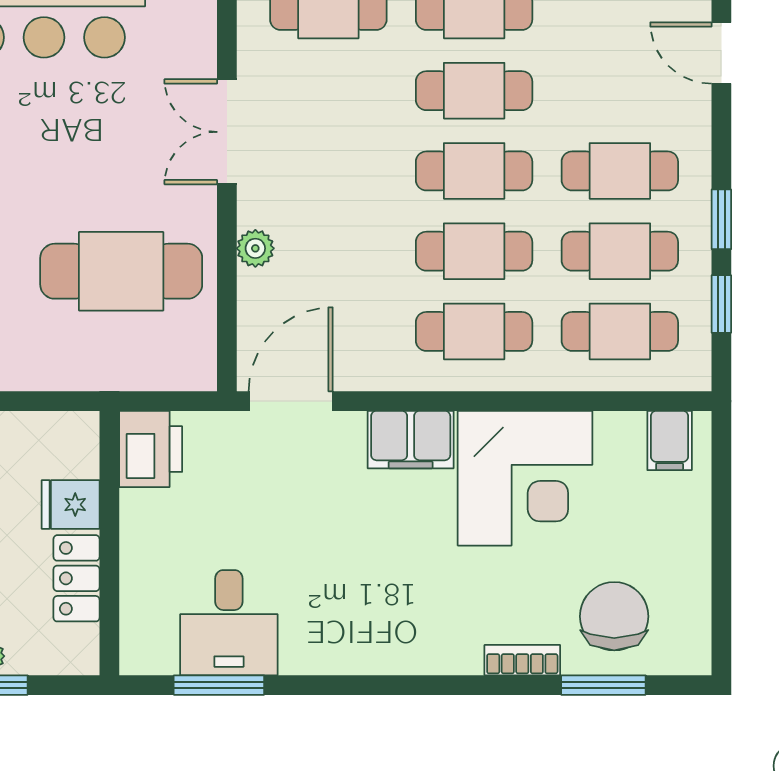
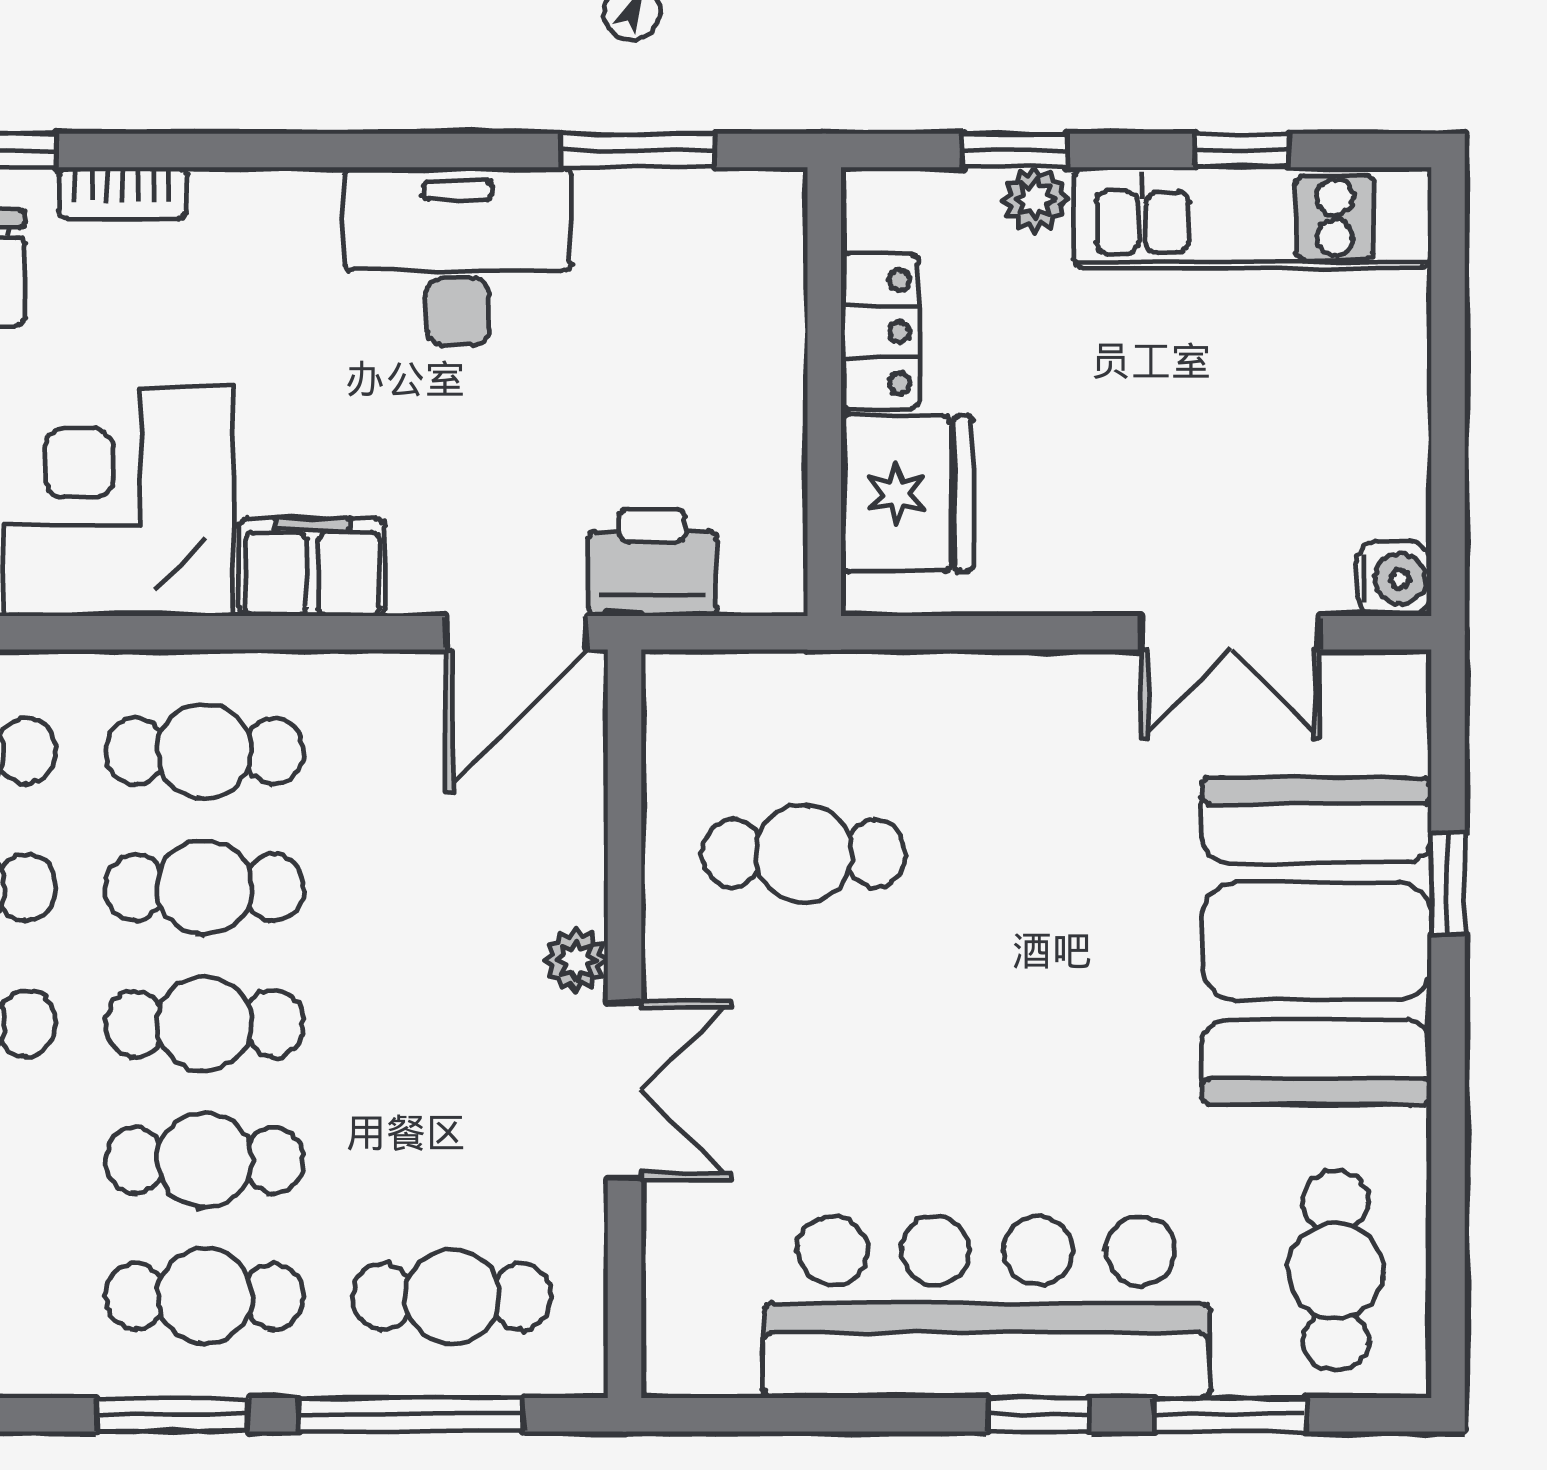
plant: (255, 248) -> (576, 960), moved
cafe table: (121, 271) -> (804, 853), width x0.73, depth x0.74
printer: (151, 449) -> (652, 563), moved, turned 90
fridge: (71, 505) -> (907, 494), width x1.88, depth x1.34
desk: (229, 623) -> (458, 256), moved, width x1.37

